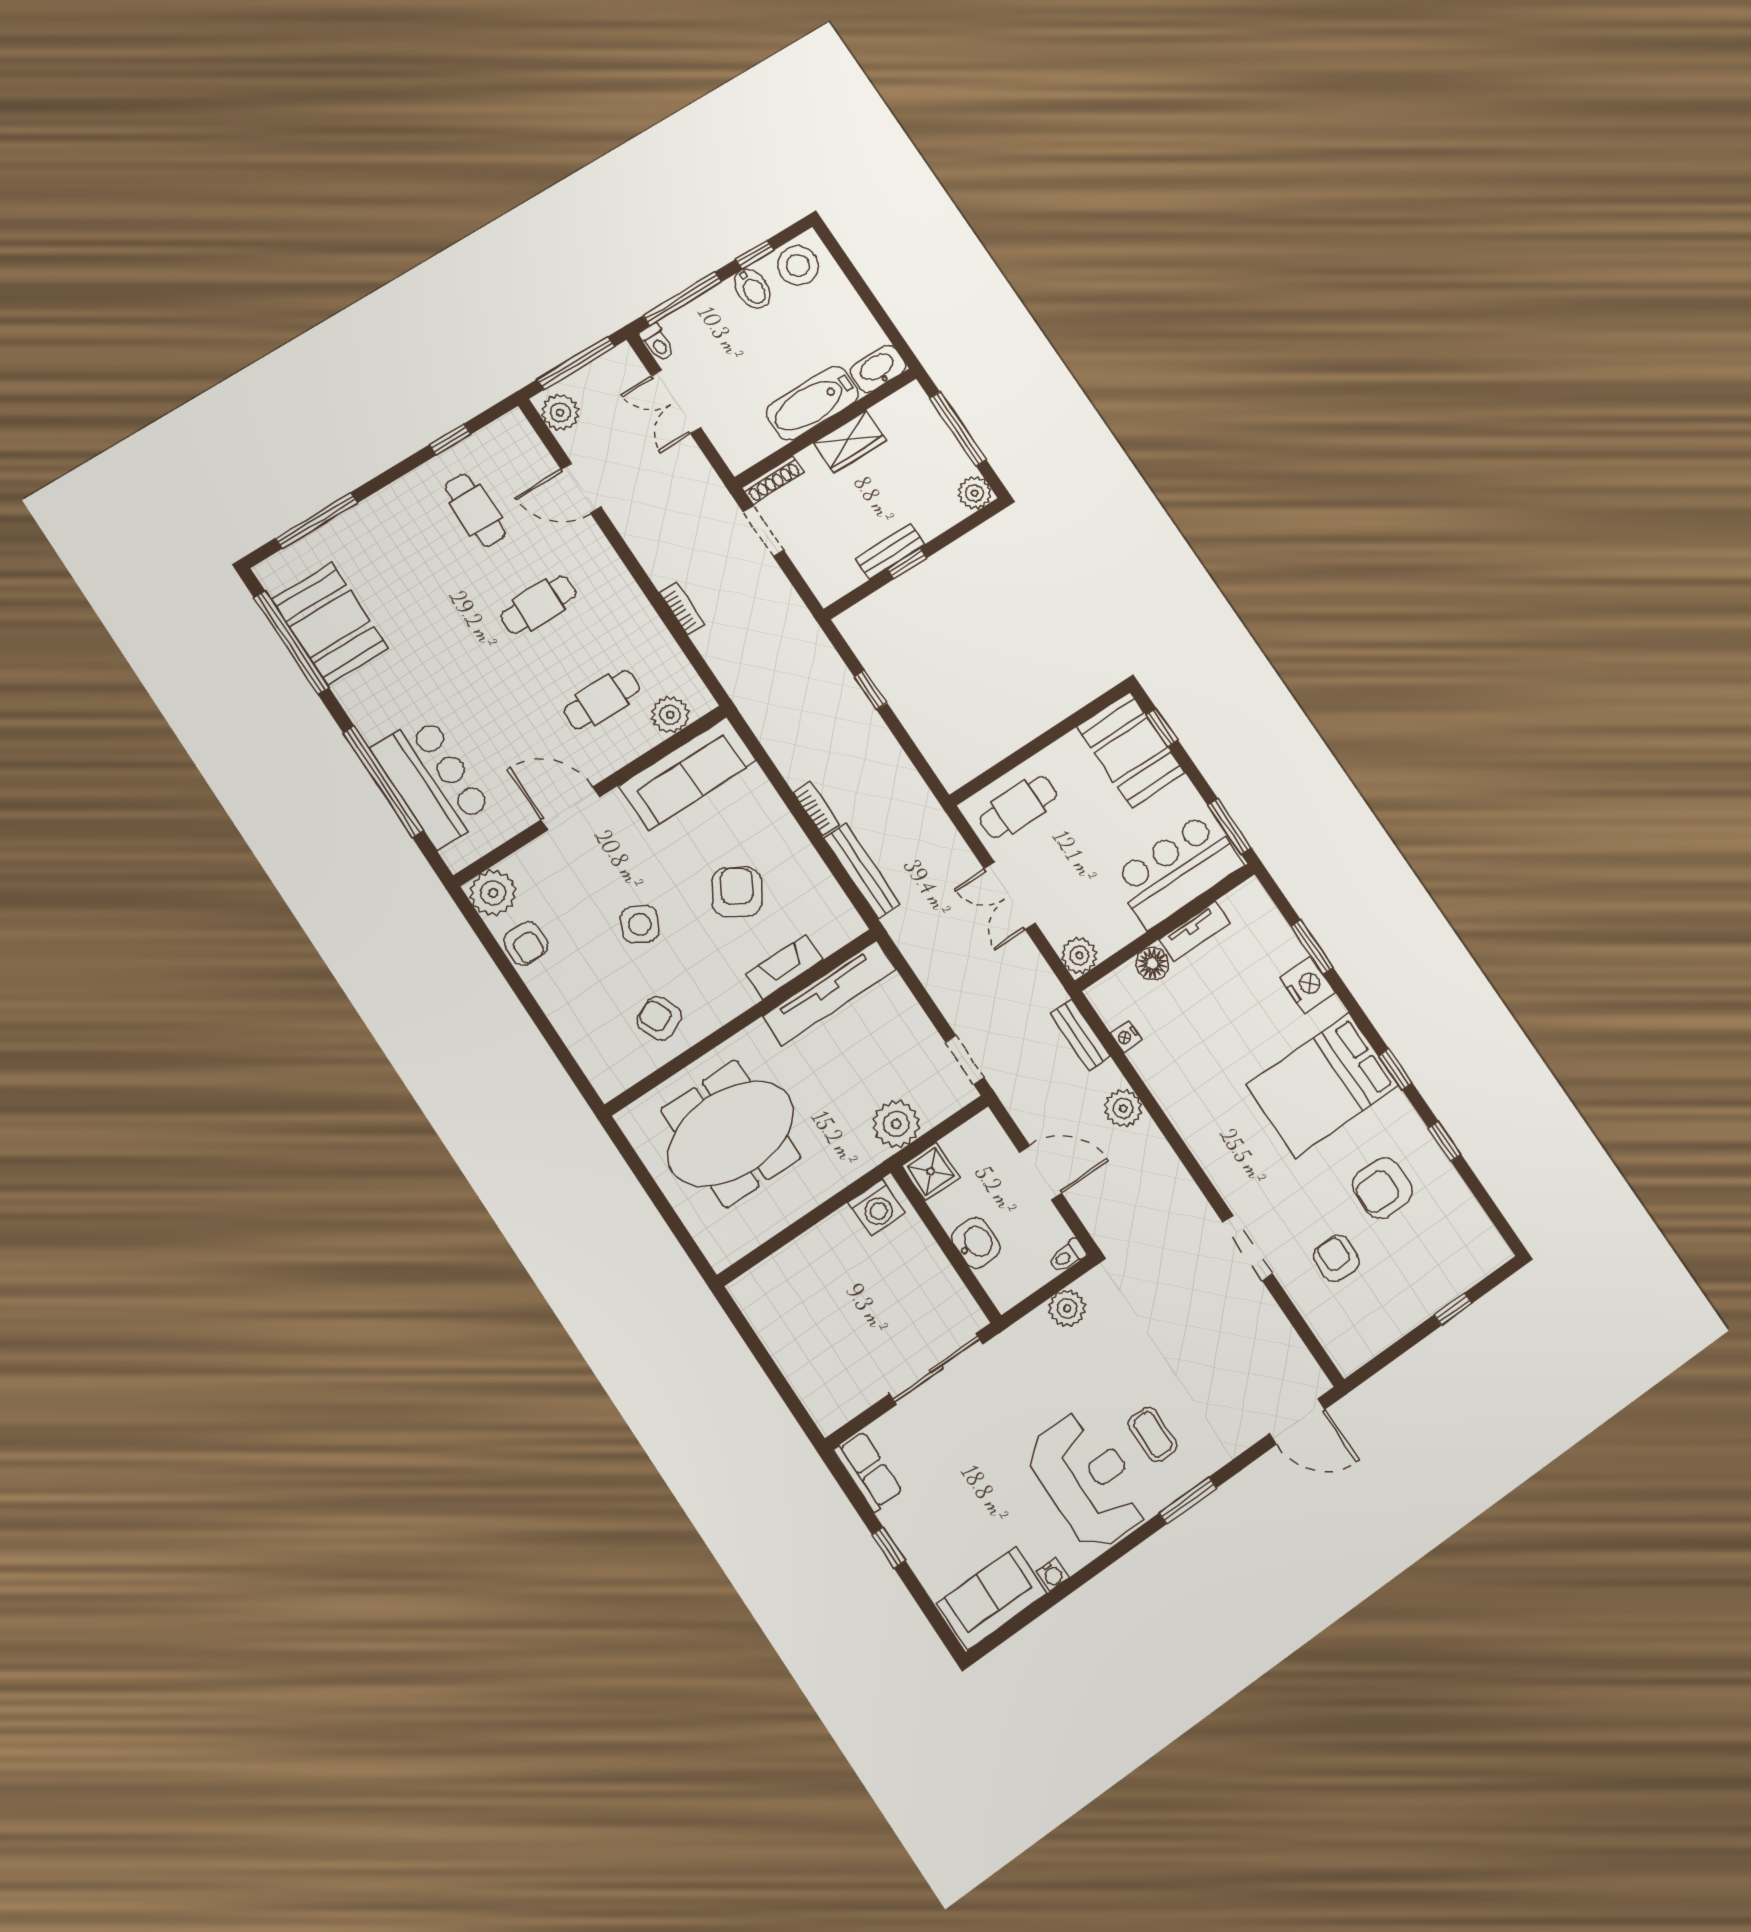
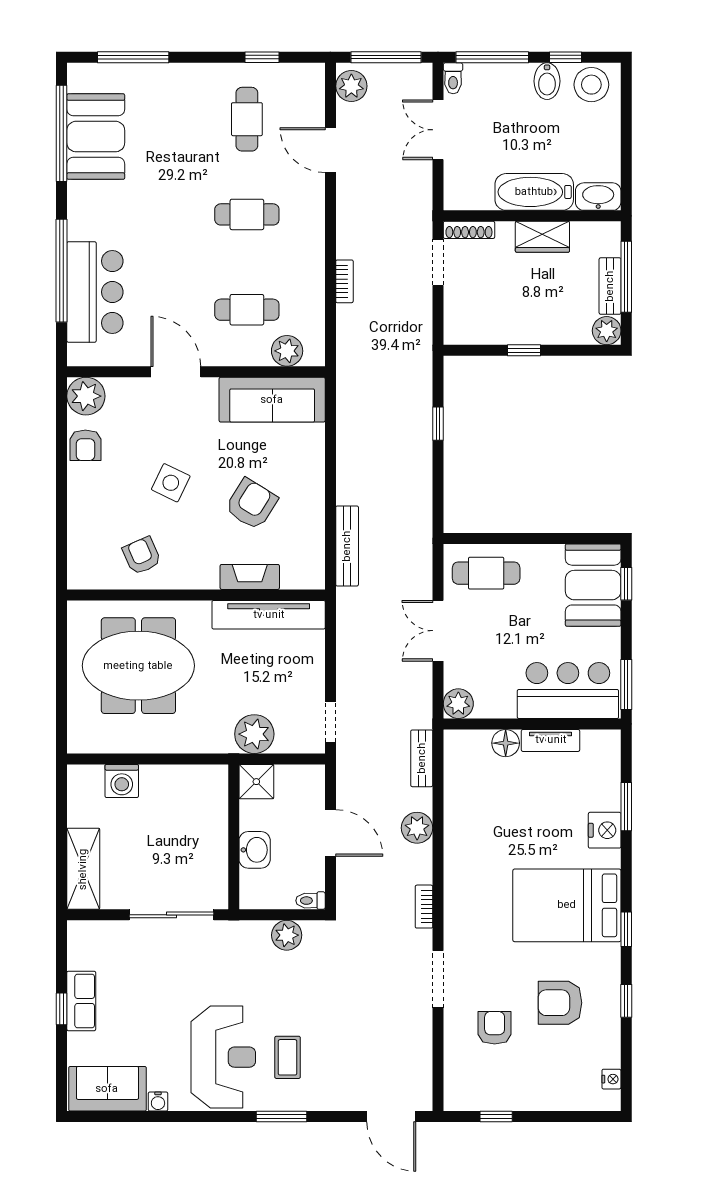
bench: (890, 551) -> (610, 286), moved, turned 90
bookcase: (816, 808) -> (424, 907), moved, turned 180
nightstand: (1126, 1036) -> (611, 1079), moved, turned 180
washing machine: (876, 1208) -> (122, 781), moved
window: (1453, 1309) -> (496, 1117), moved
shelving: (813, 1384) -> (83, 869), added
row of seats: (868, 1471) -> (81, 1001), moved

